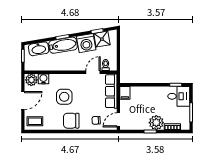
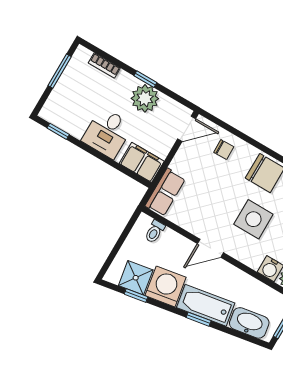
door: (93, 72) -> (210, 248), moved
row of seats: (111, 91) -> (165, 192), width x0.68
filing cabinet: (125, 93) -> (142, 162), width x2.00
desk: (179, 96) -> (107, 133), moved, turned -90
plant: (156, 123) -> (145, 98), moved

